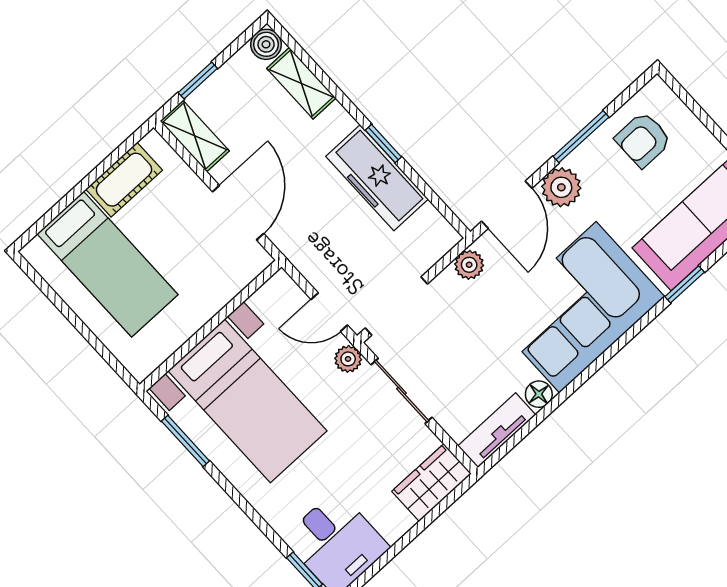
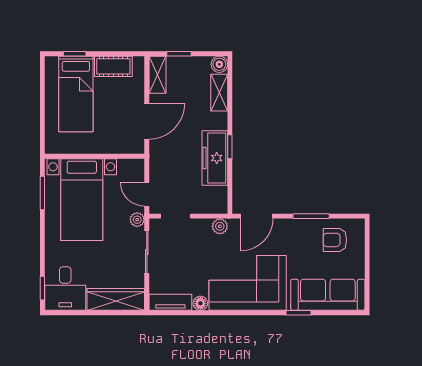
plant: (561, 187) -> (285, 229), removed
window: (56, 211) -> (75, 54), added
doorway: (396, 306) -> (176, 216), width x0.73
wardrobe: (432, 483) -> (116, 299), width x1.50

